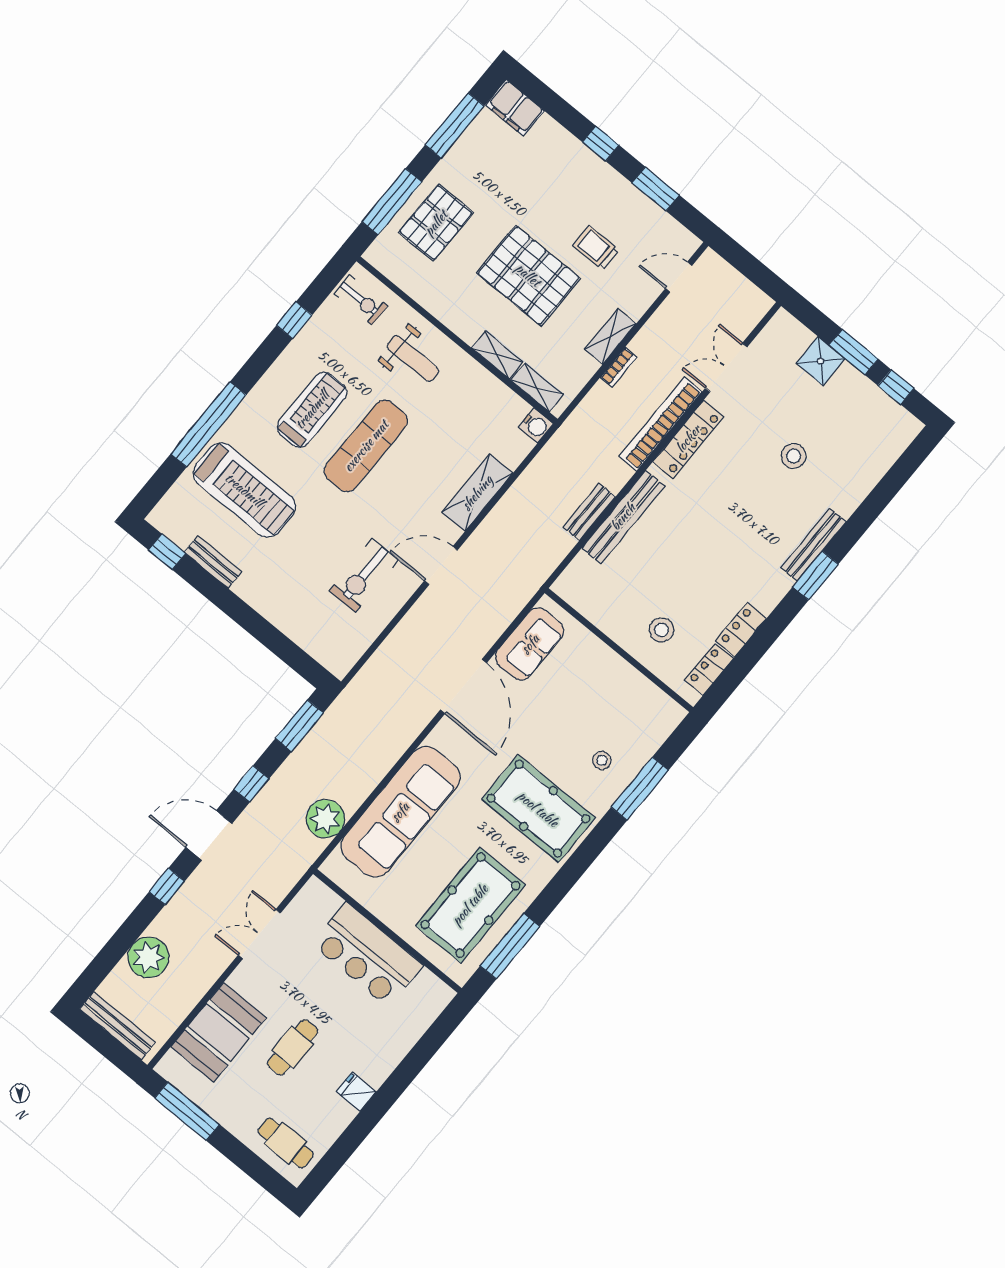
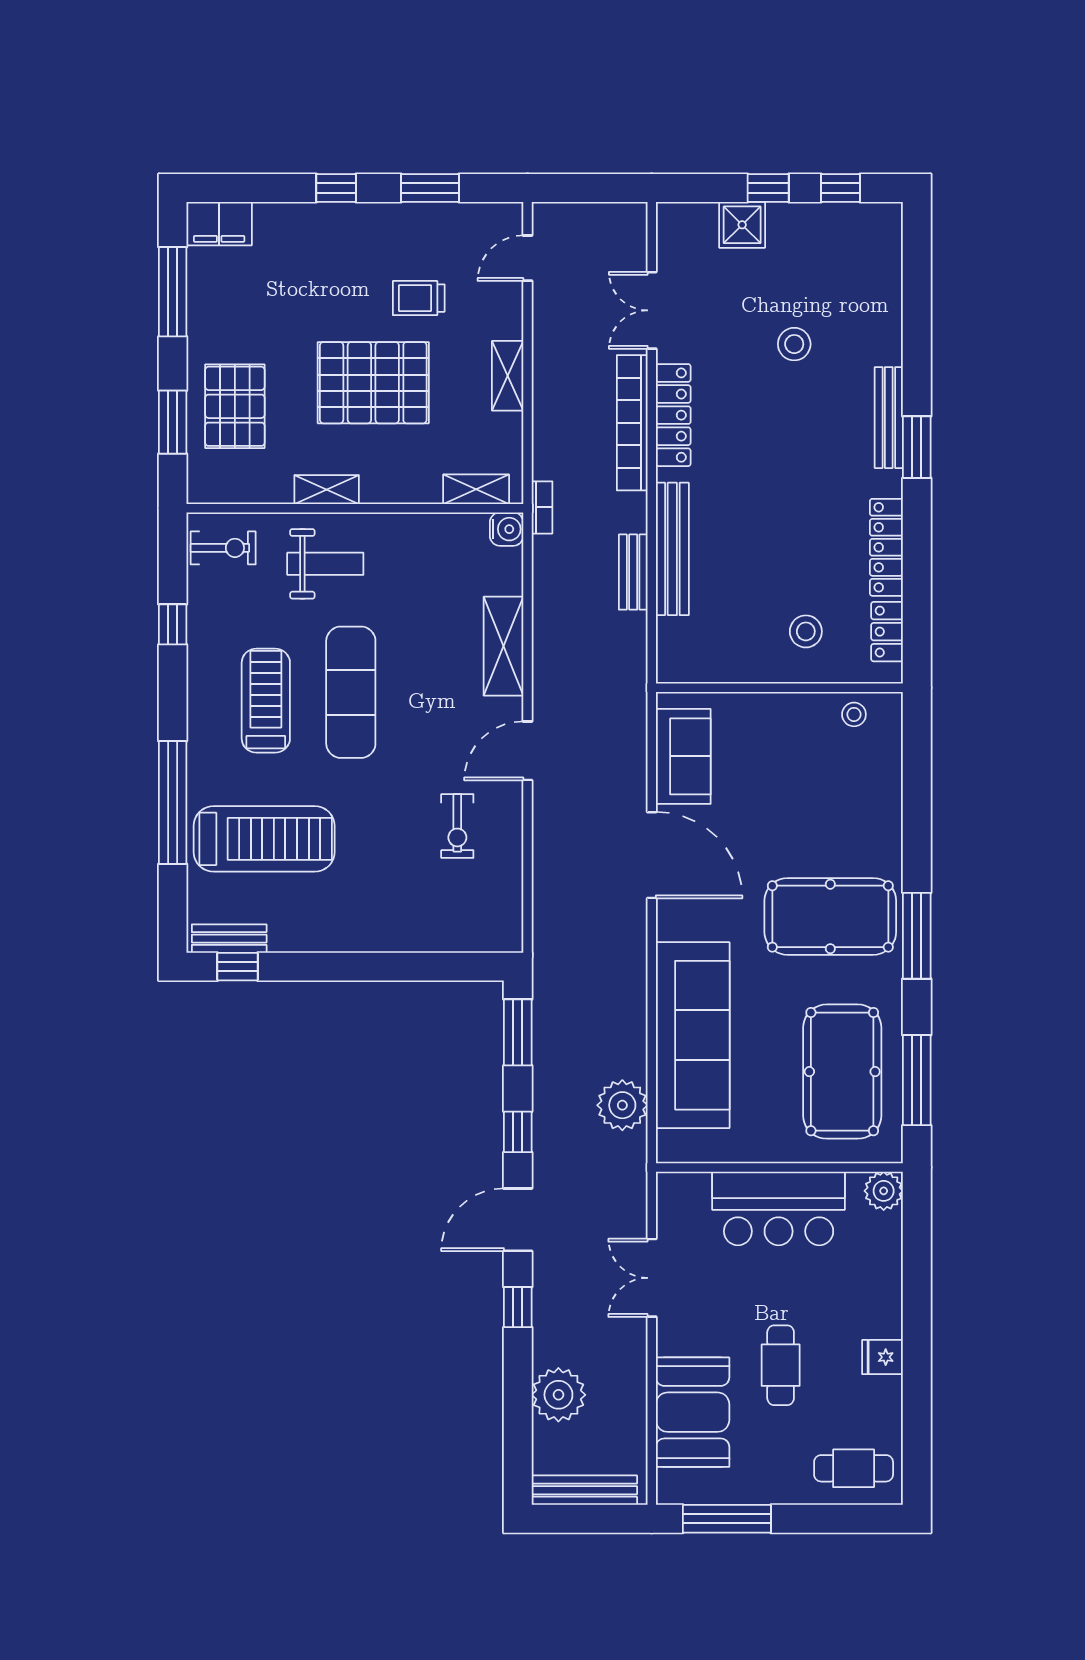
window: (392, 202) -> (173, 422), width x0.69
window: (854, 352) -> (768, 188), width x0.67
shelving: (497, 355) -> (327, 490), moved
bookcase: (619, 367) -> (542, 507), moved
bench: (213, 562) -> (229, 939), moved
exercise bike: (364, 576) -> (457, 826), width x0.73, depth x0.72
locker: (741, 630) -> (886, 547), width x1.53
stool: (602, 760) -> (854, 714), moved
window: (640, 789) -> (917, 936), moved
plant: (437, 995) -> (884, 1191), added

